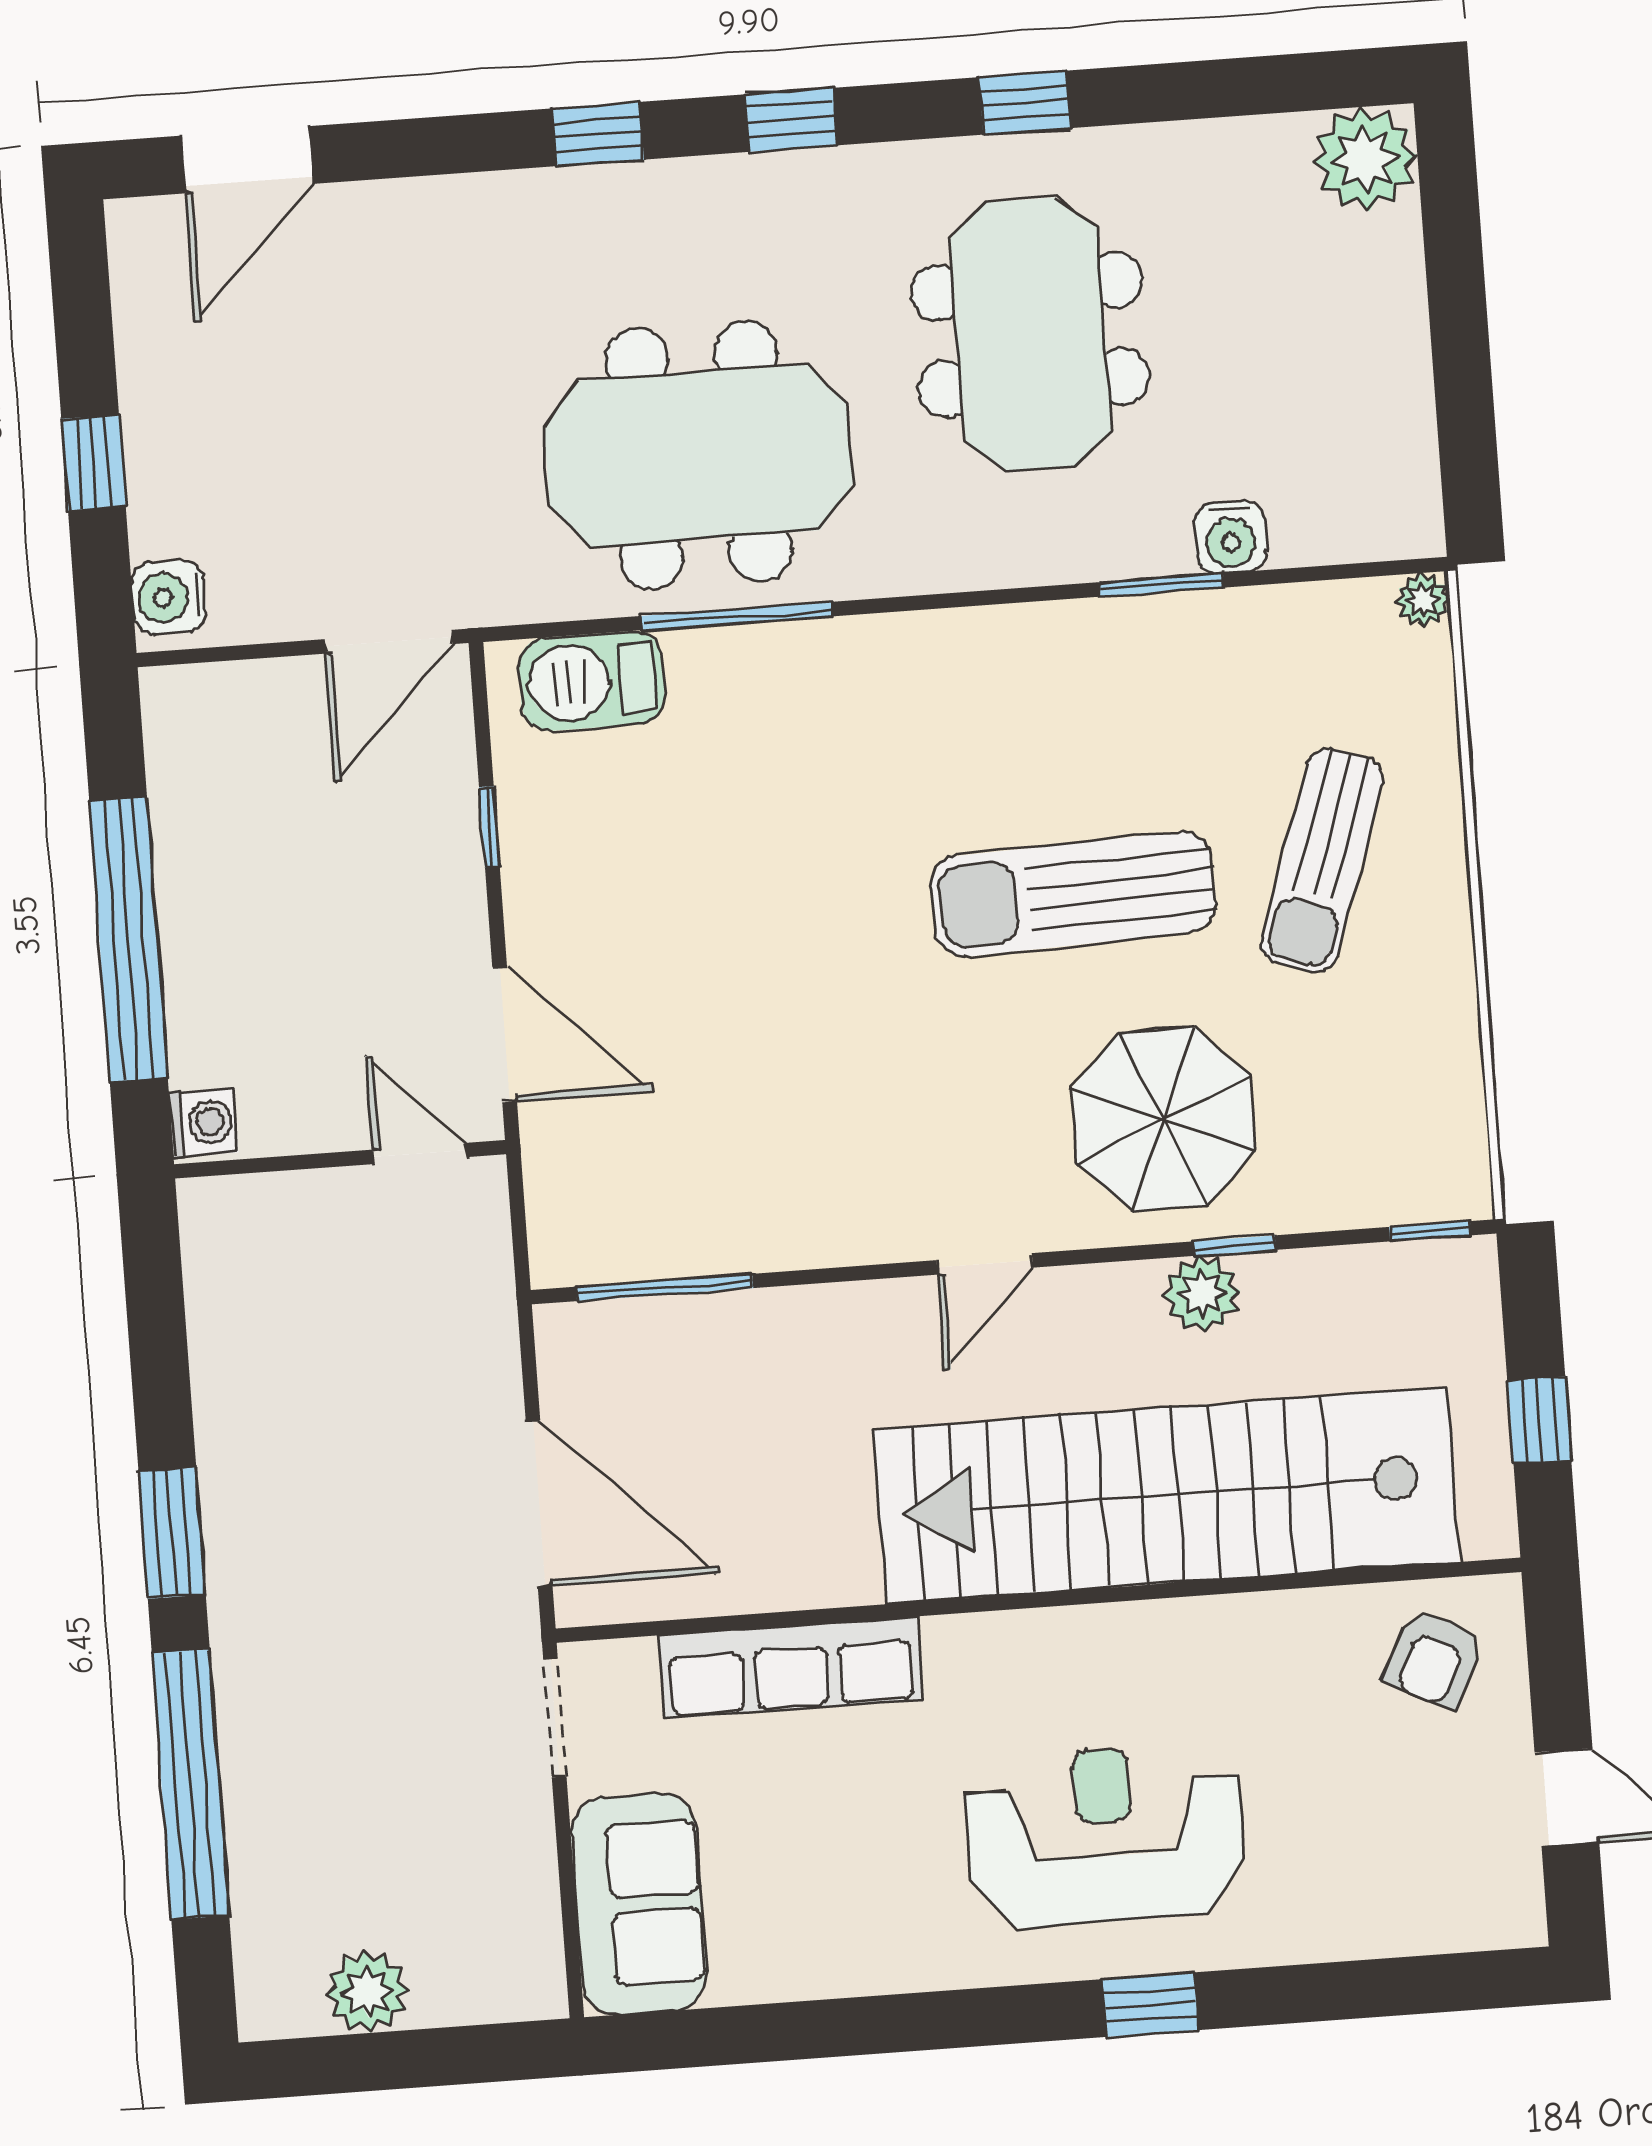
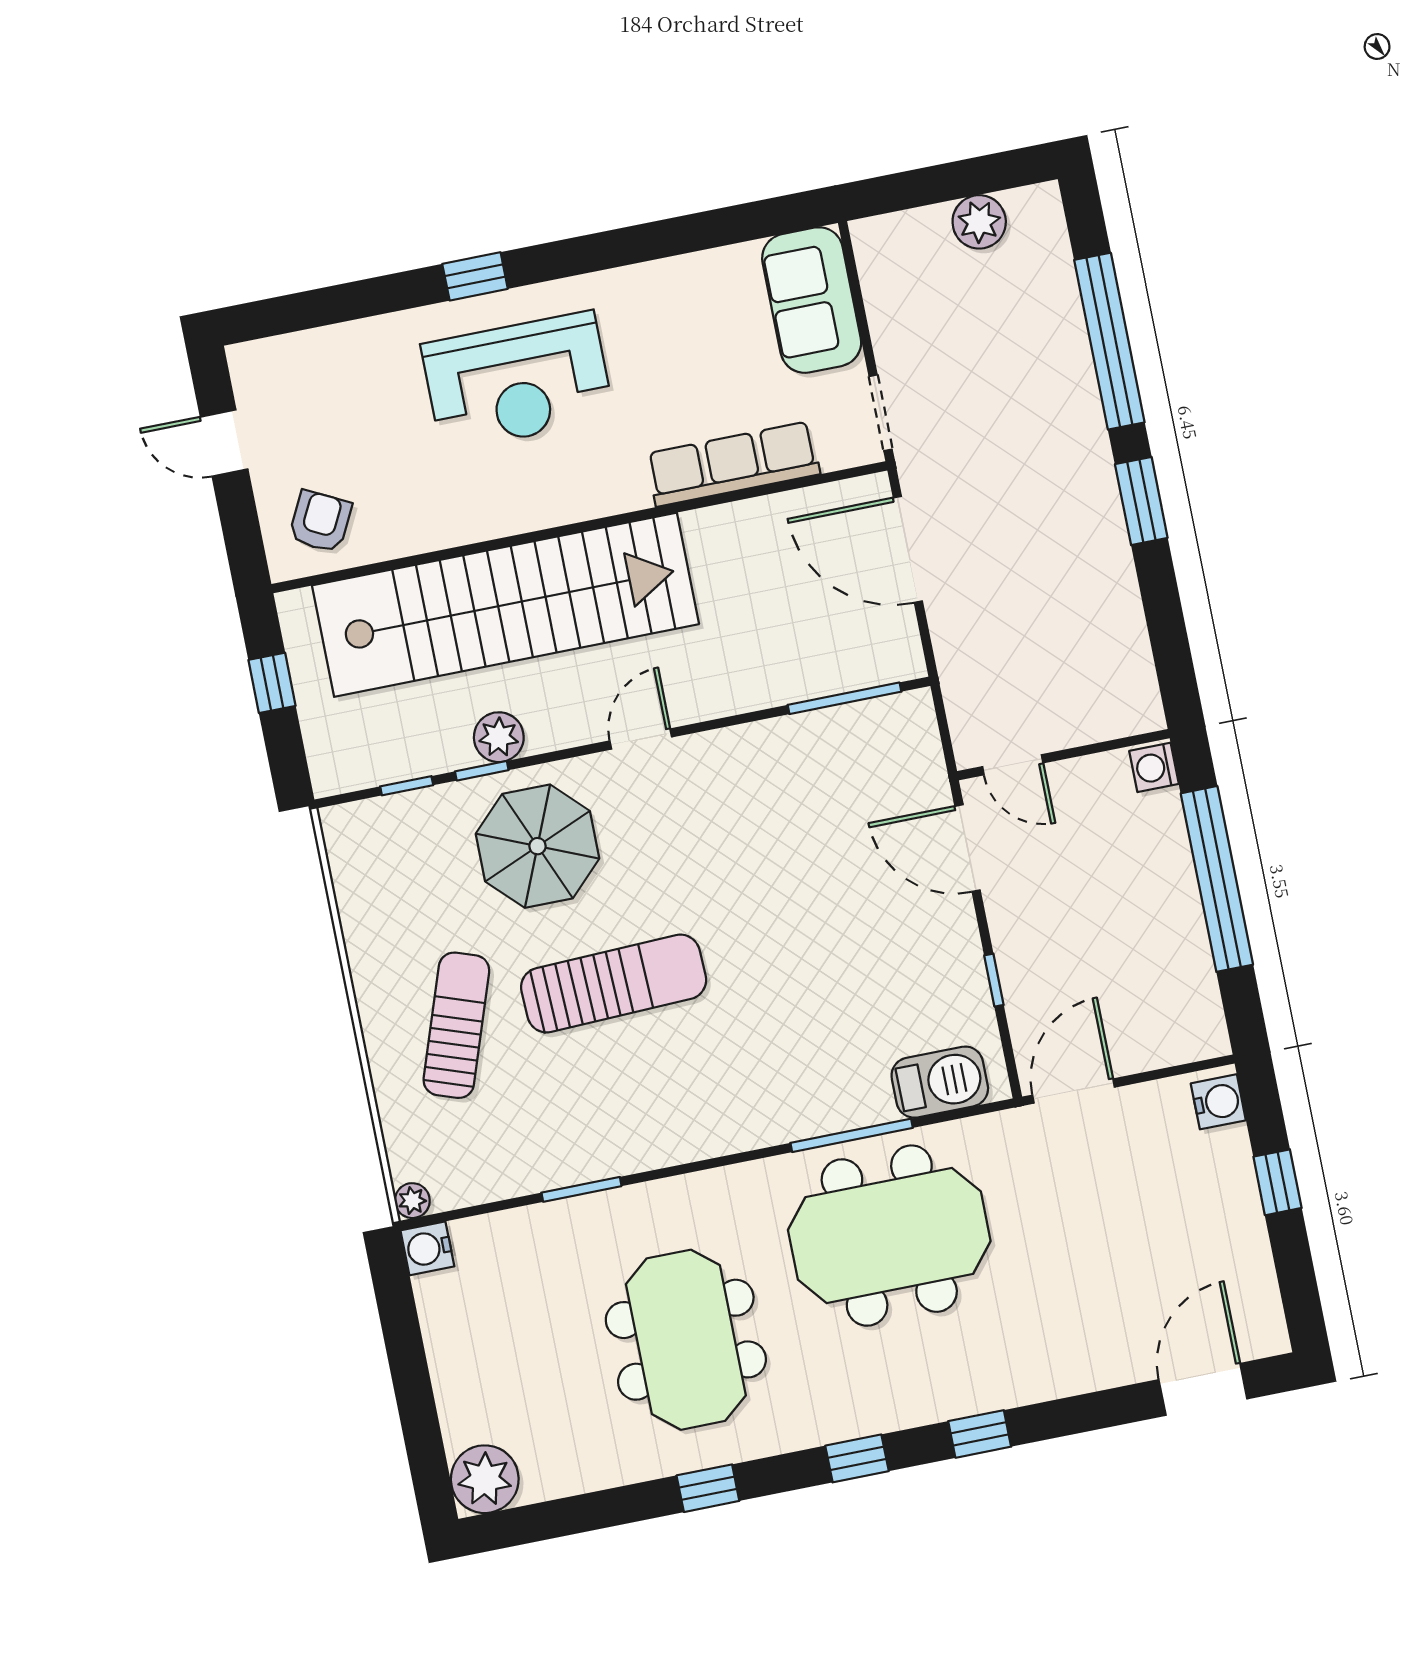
water cooler: (1231, 537) -> (427, 1248), moved, turned -90
window: (1430, 1231) -> (407, 786), moved

